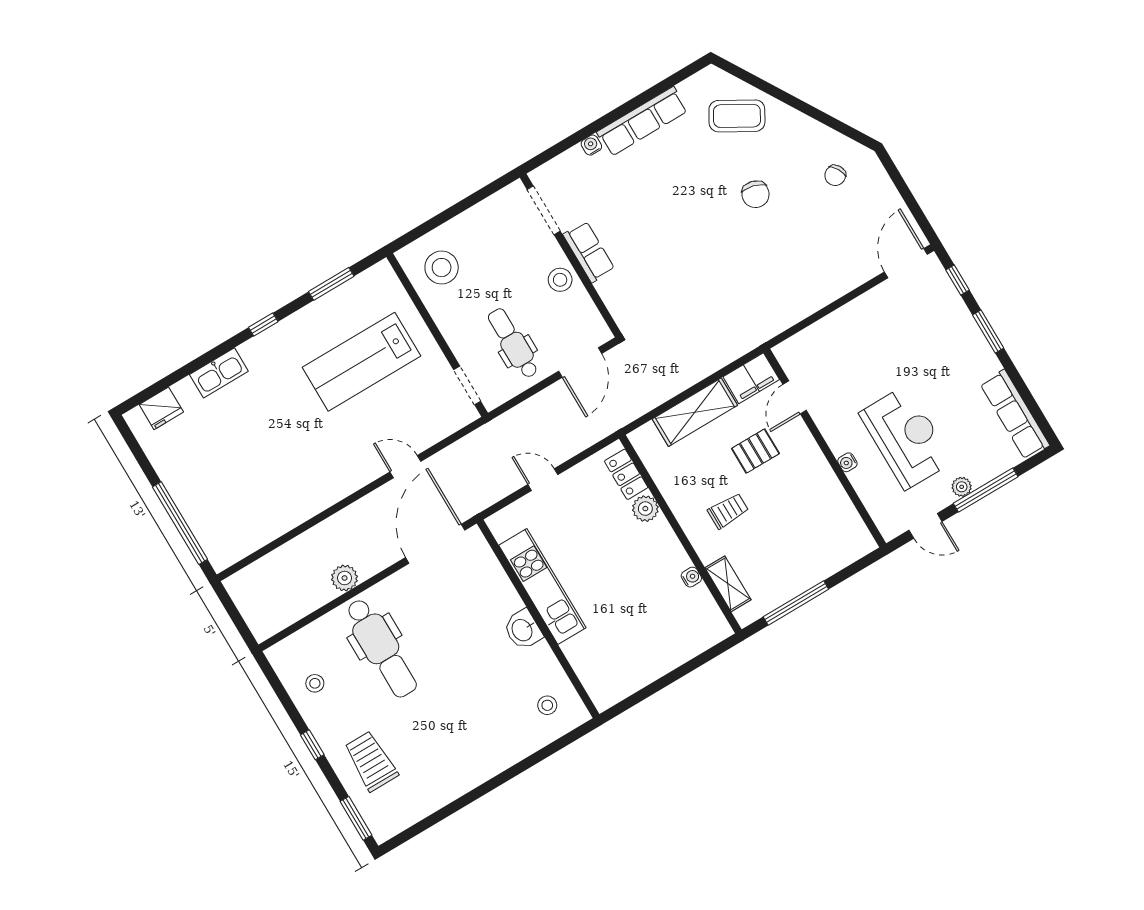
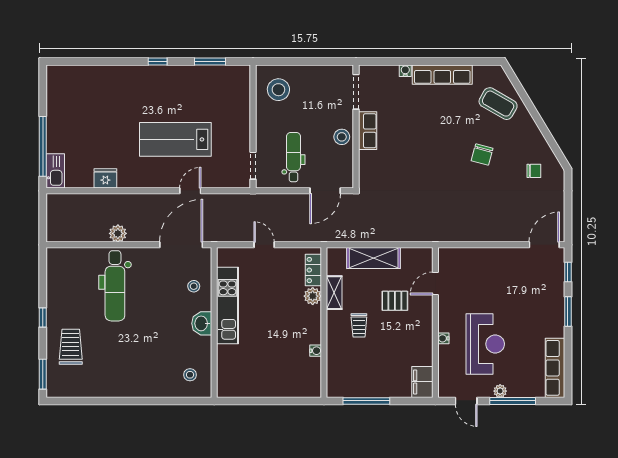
chair: (835, 175) -> (534, 171), turned -150
lab bench: (361, 362) -> (175, 139), moved
kitchen sink: (219, 373) -> (55, 171), moved, turned -90
filing cabinet: (751, 378) -> (422, 382), moved, turned 90
fridge: (161, 408) -> (105, 178), moved, turned 180
door: (405, 467) -> (190, 191), hinge flipped
trolley: (728, 511) -> (359, 325), turned 90
shelving: (728, 584) -> (334, 293), moved
stool: (315, 683) -> (194, 286), moved

